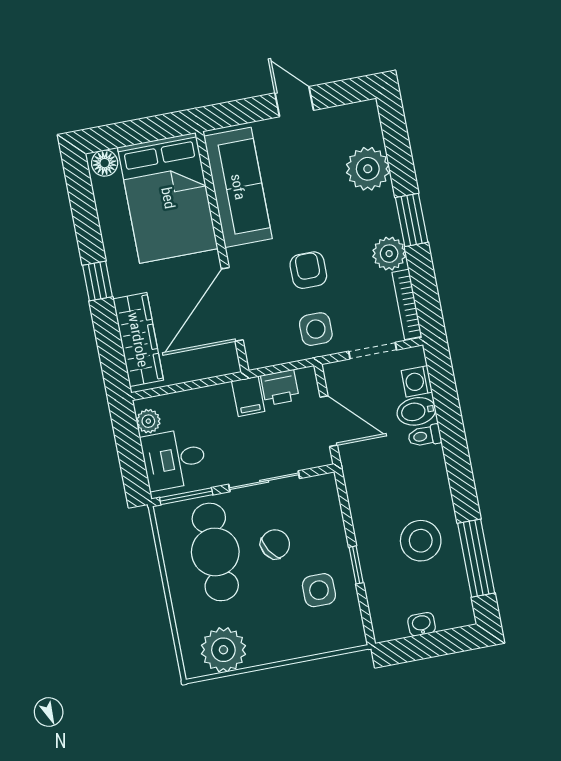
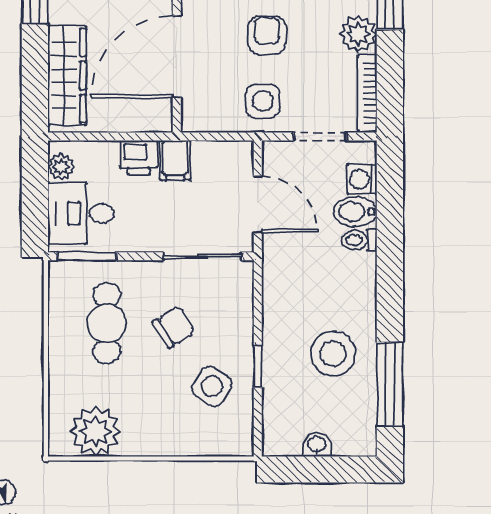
printer: (280, 388) -> (139, 157), moved
sliding door: (264, 481) -> (202, 256), moved
cafe table: (215, 552) -> (107, 323), width x0.73, depth x0.74
side table: (319, 590) -> (212, 386), turned 32

